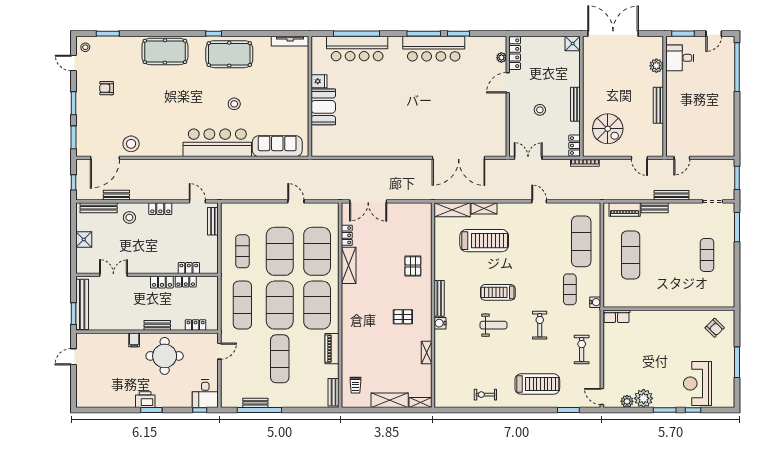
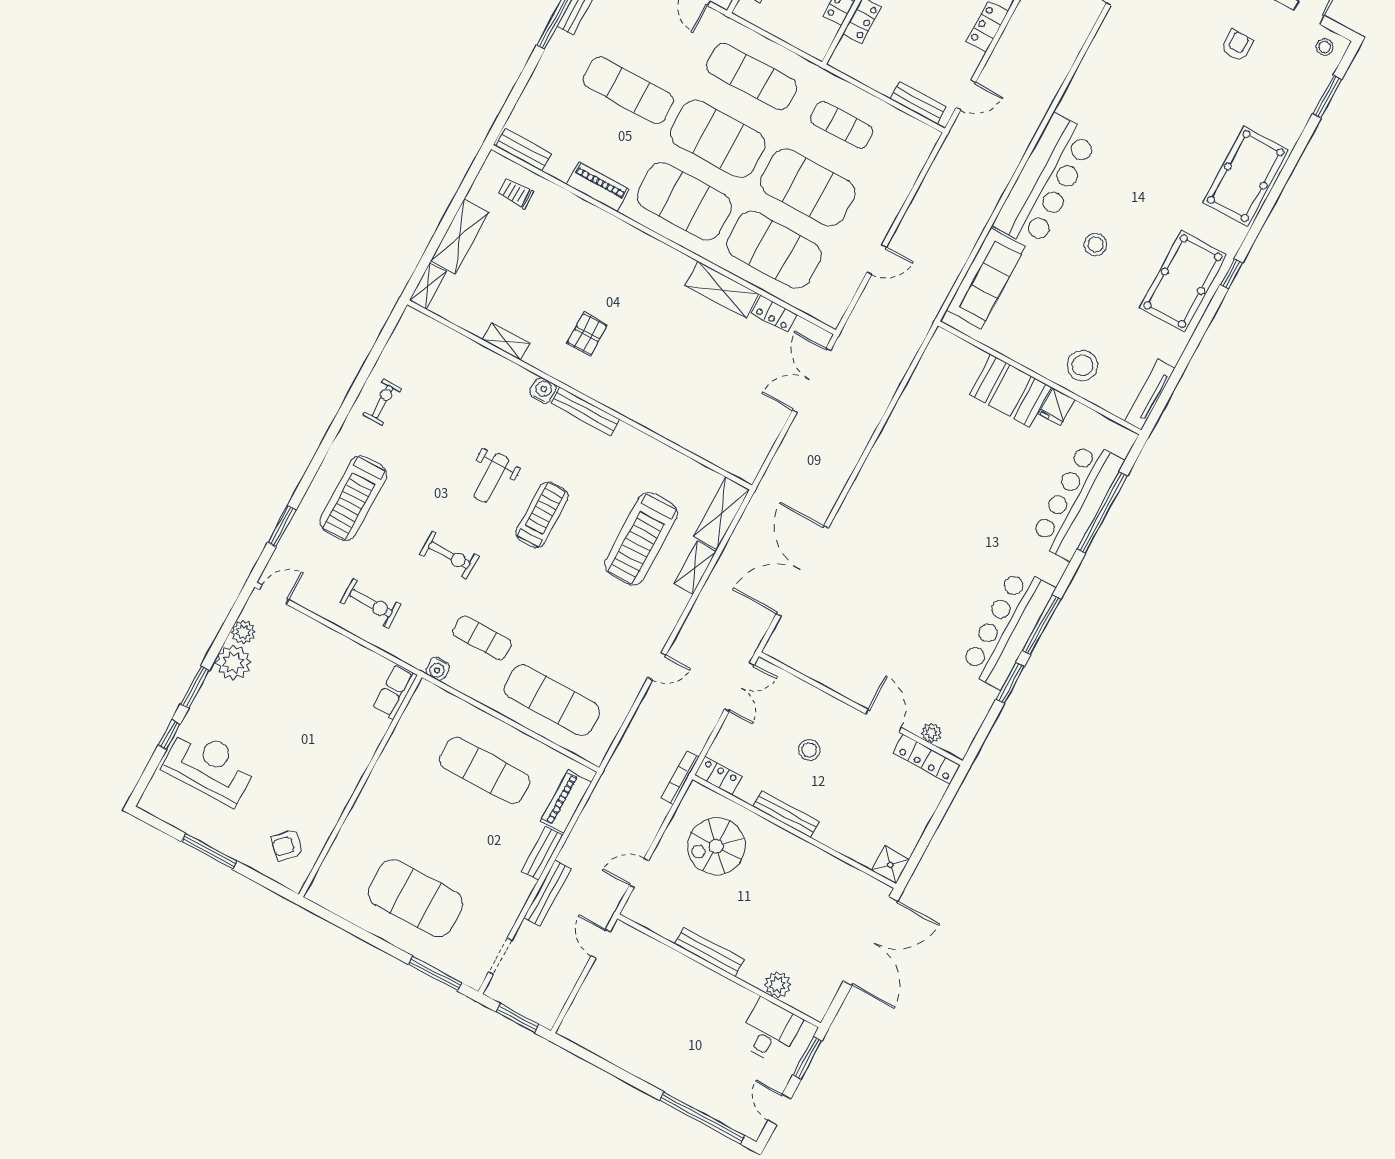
stool: (131, 144) -> (1082, 365), moved
exercise mat: (707, 255) -> (416, 898), width x2.00, depth x1.45
pallet: (413, 266) -> (663, 397), removed

